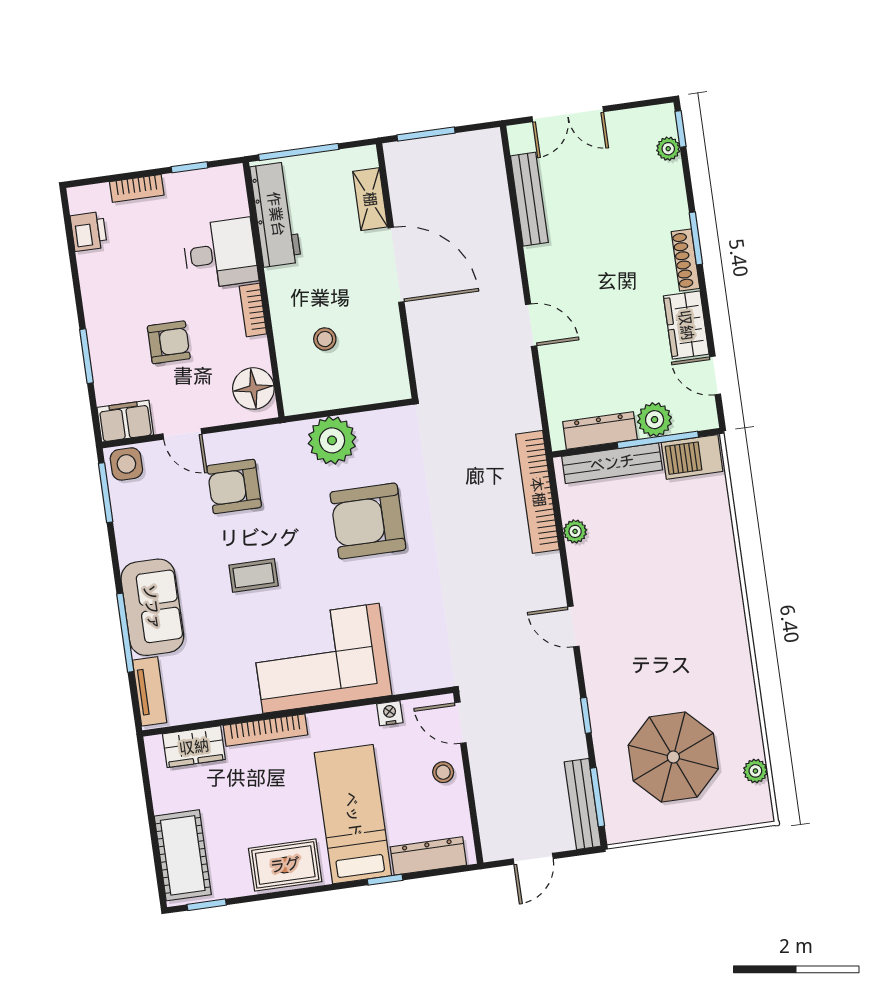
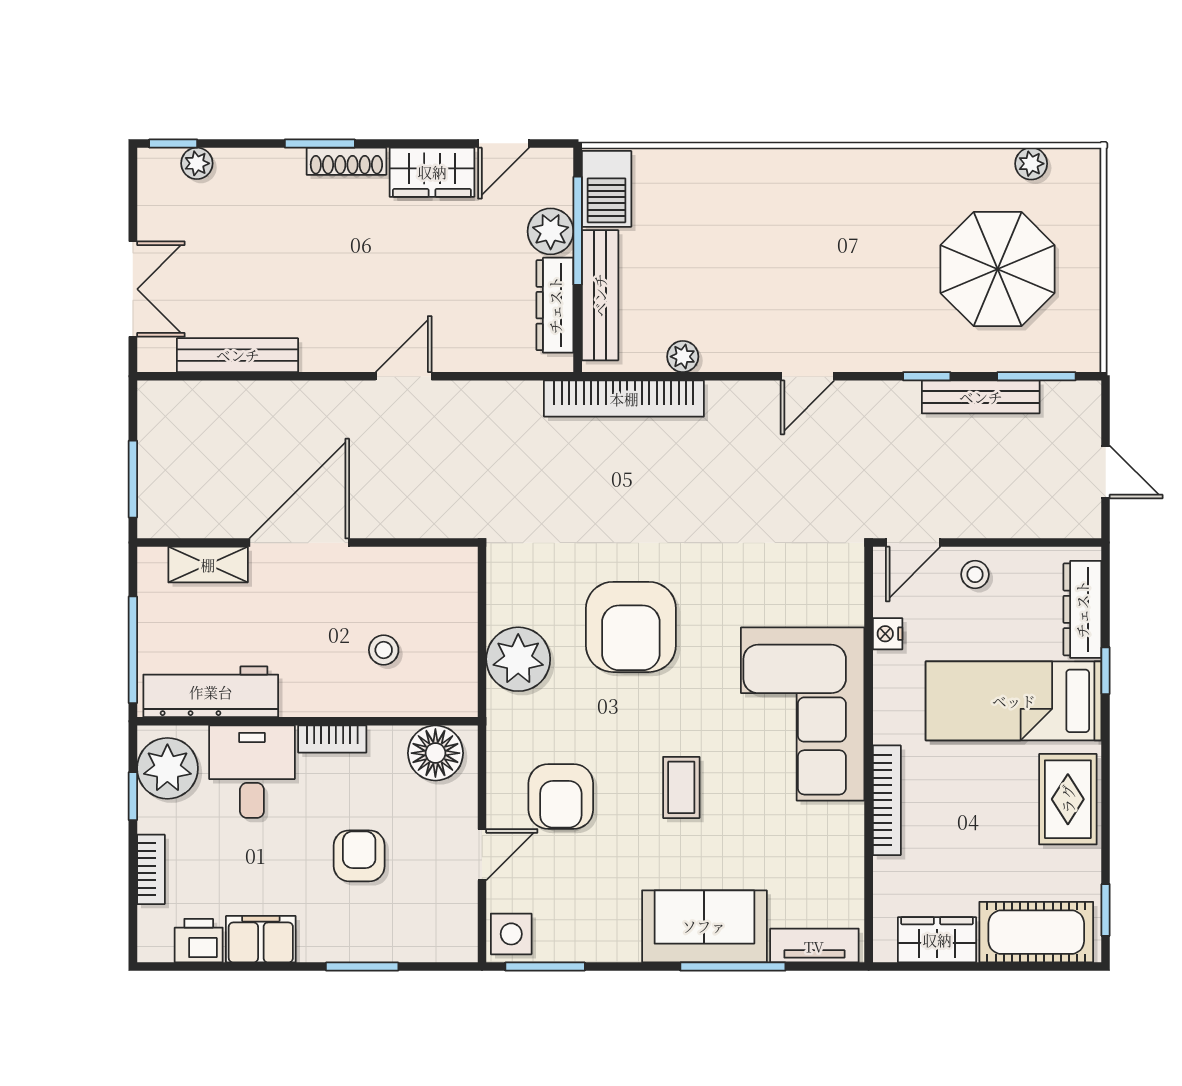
plant: (214, 190) -> (167, 768), added
filing cabinet: (125, 421) -> (261, 939), moved, turned 90
wardrobe: (194, 747) -> (937, 940), moved, turned -90
bench: (583, 804) -> (981, 397), moved

